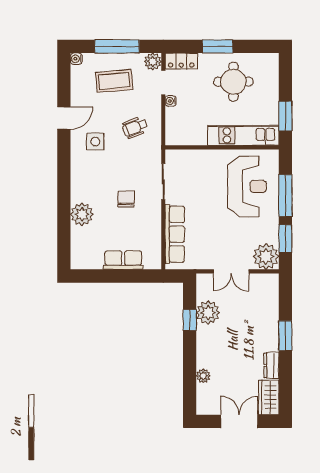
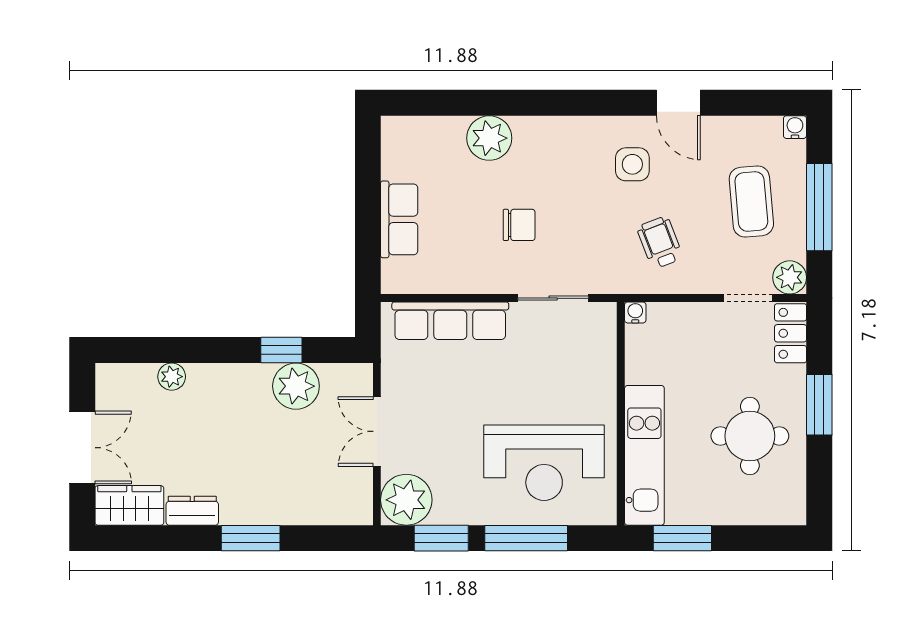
water cooler: (171, 101) -> (635, 312), moved

